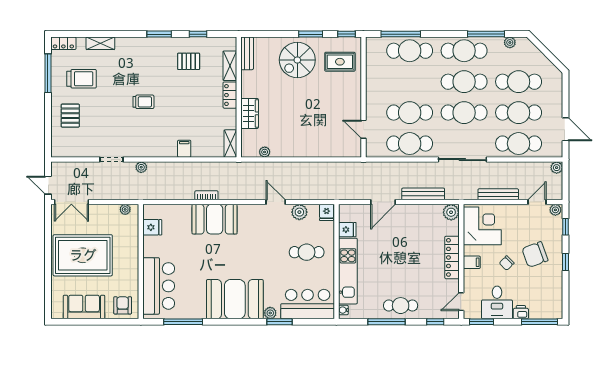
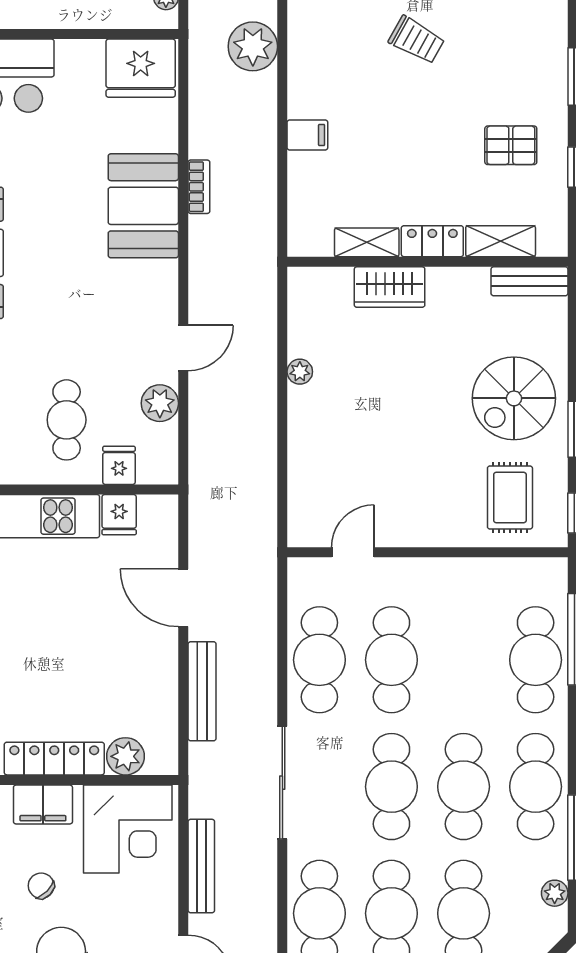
spiral stairs: (297, 60) -> (514, 398), turned -90
pallet: (189, 61) -> (511, 145), turned 90
trolley: (143, 102) -> (416, 40), turned -61
shelving: (230, 144) -> (367, 242), moved
plant: (265, 152) -> (300, 372), moved
plant: (141, 167) -> (253, 46), width x1.88, depth x1.88
fridge: (327, 212) -> (119, 465), moved, turned 90
plant: (451, 212) -> (125, 756), moved
fridge: (152, 227) -> (141, 68), width x1.88, depth x1.34
filing cabinet: (472, 262) -> (43, 805), width x2.00

